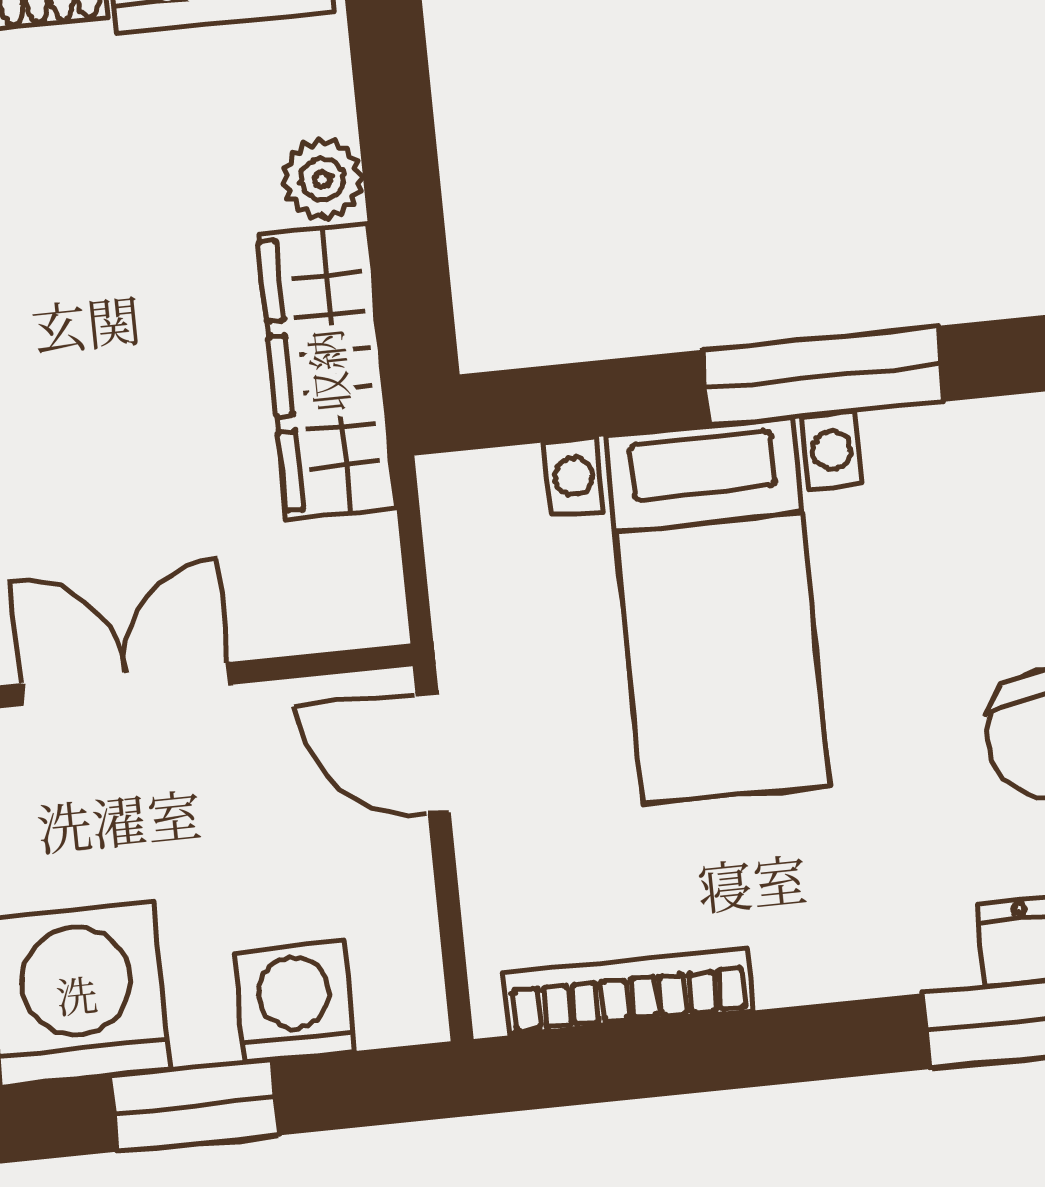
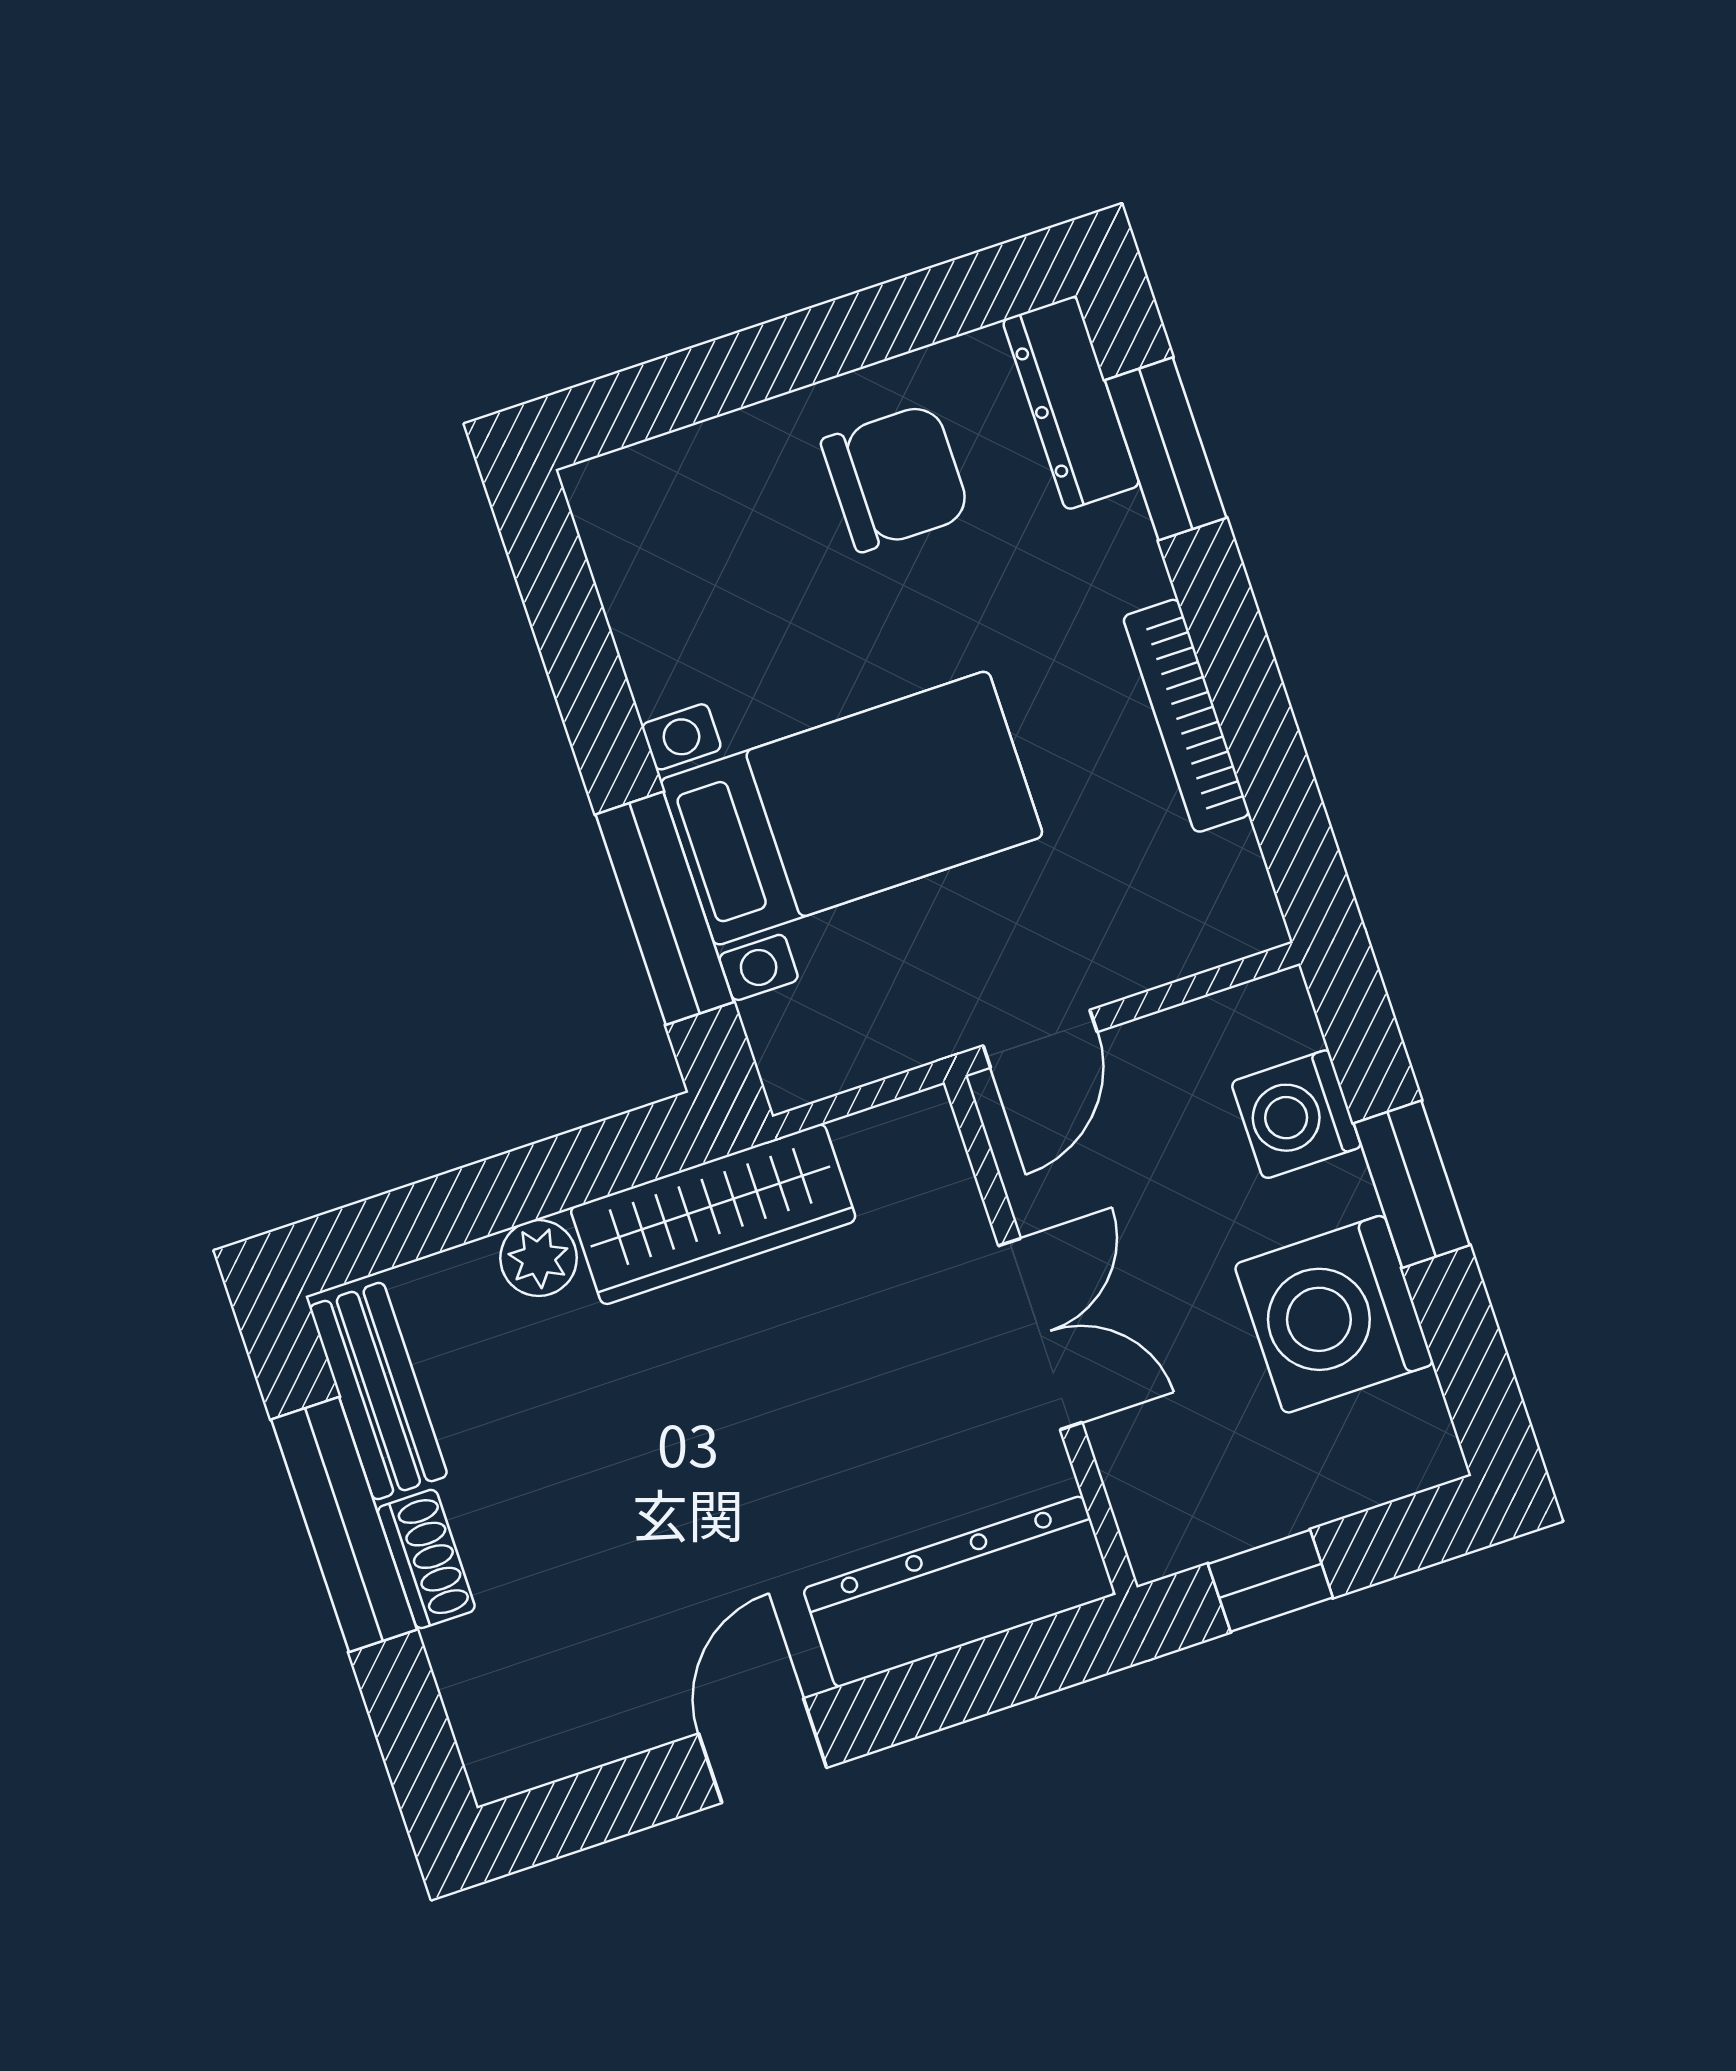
window: (823, 376) -> (665, 908), moved
double door: (126, 684) -> (1040, 1334), swing flipped
bookcase: (628, 992) -> (1186, 716), moved

